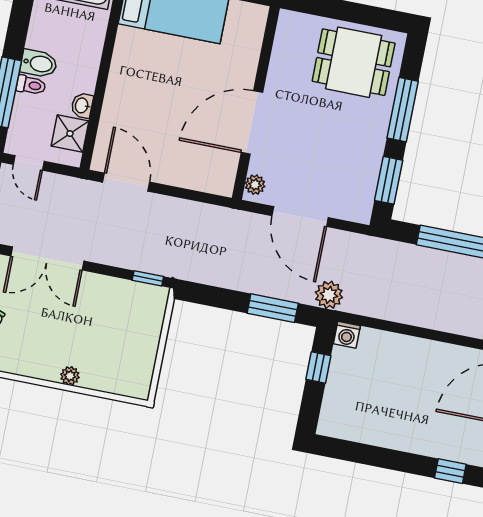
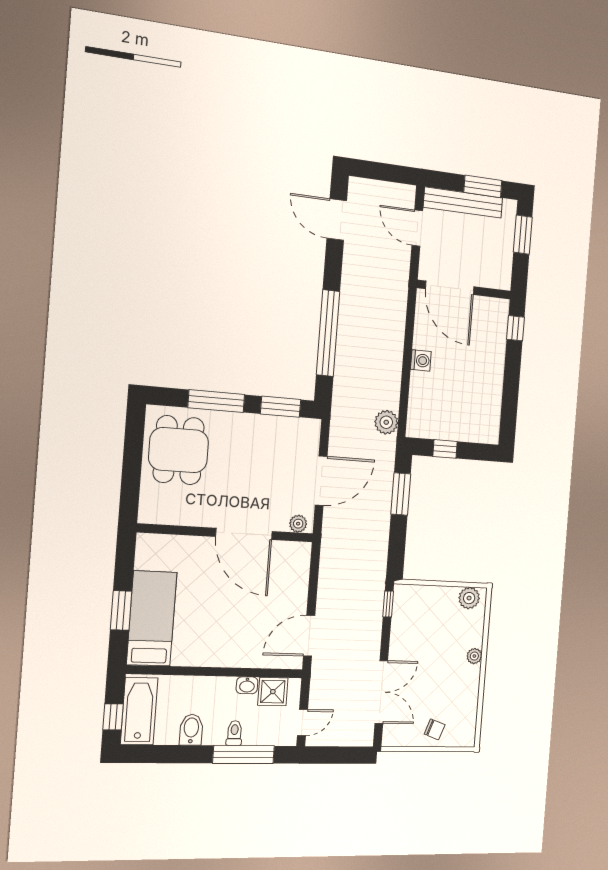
bidet: (39, 64) -> (191, 730), moved
plant: (329, 295) -> (386, 422), moved
washing machine: (347, 335) -> (421, 360), moved
plant: (140, 377) -> (469, 598), added

